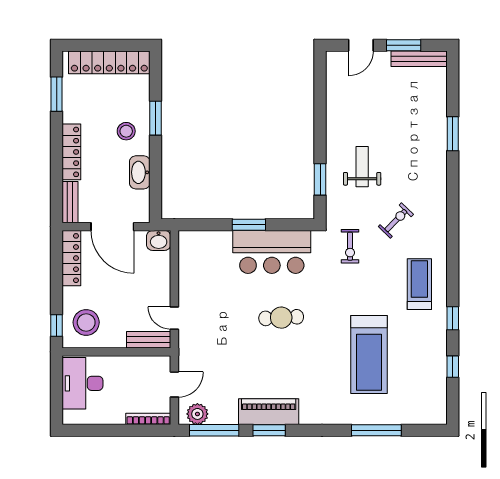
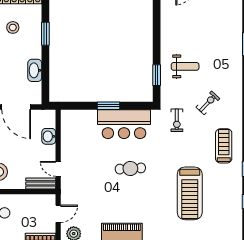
stool: (126, 131) -> (13, 27), moved
weight bench: (362, 167) -> (185, 66), turned 90
washbasin: (159, 240) -> (49, 136), moved, turned 90

